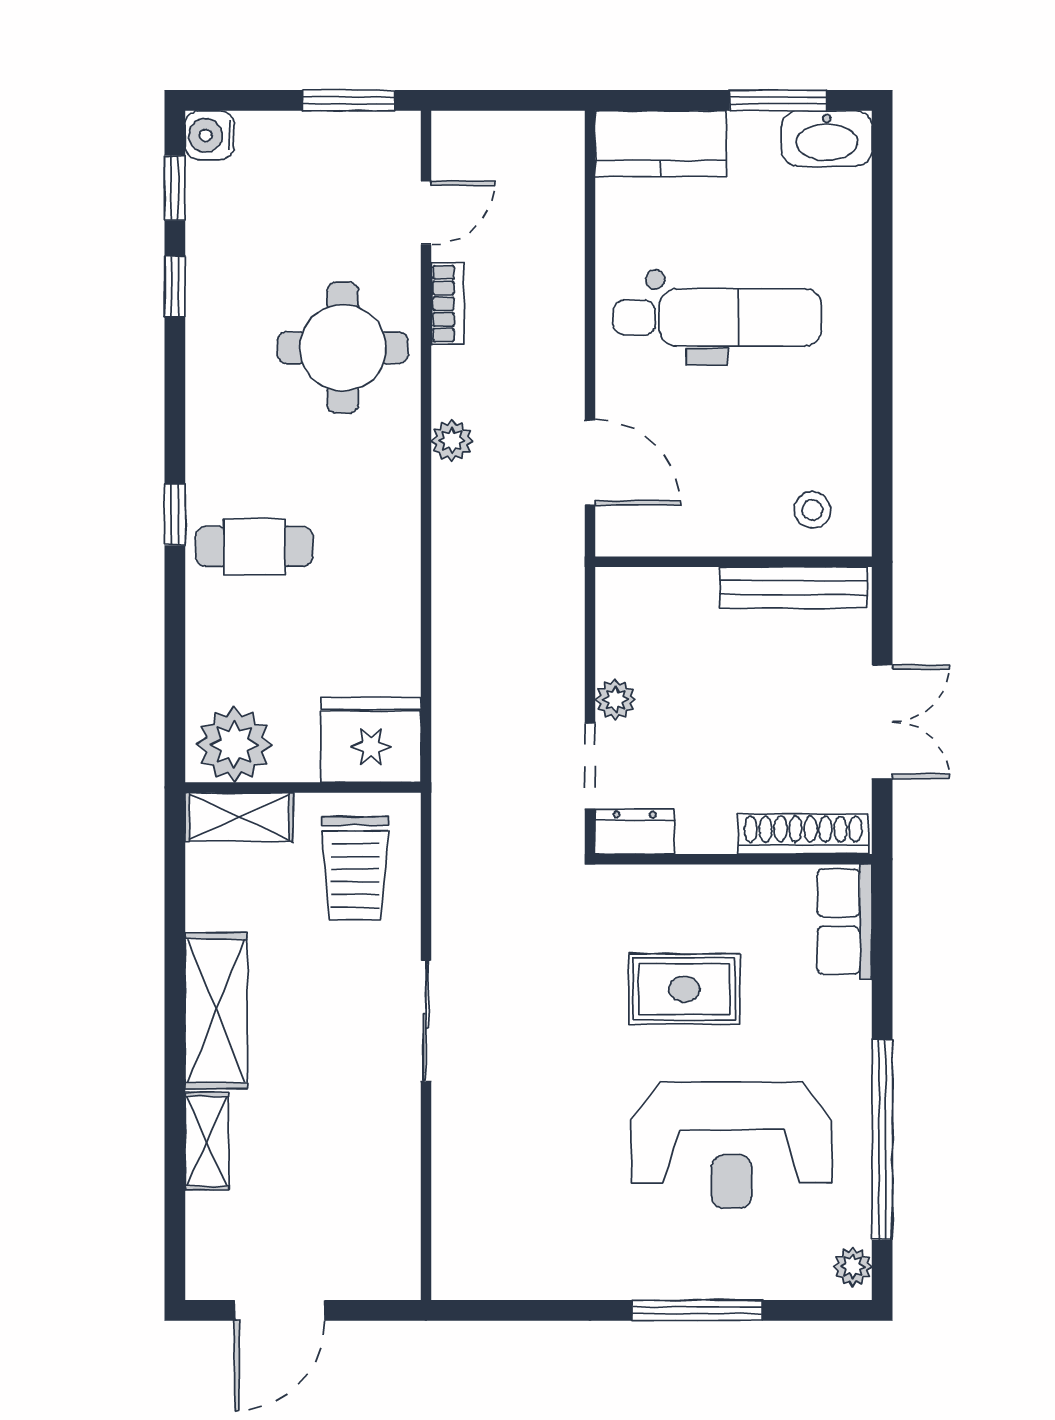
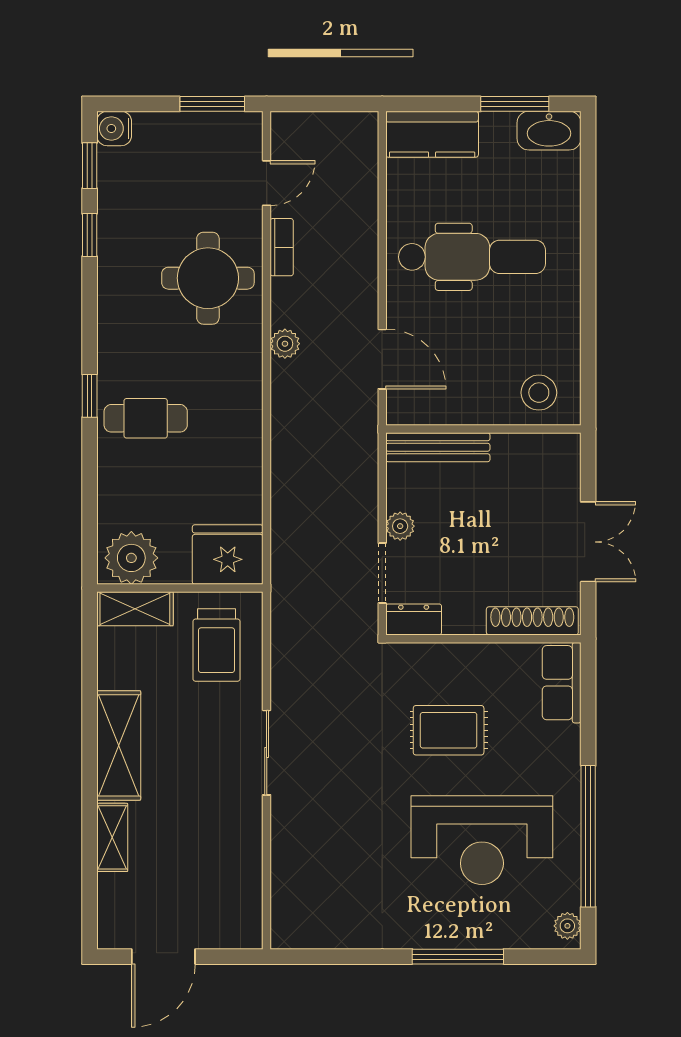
stool: (812, 510) -> (539, 393), width x1.37, depth x1.37
bench: (793, 588) -> (438, 447), moved

